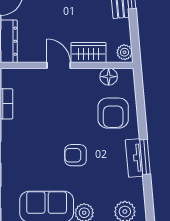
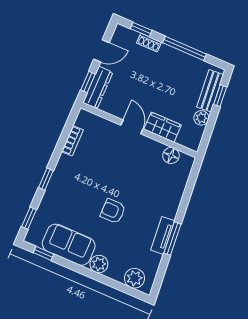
plant: (125, 52) -> (201, 118), moved
armchair: (113, 113) -> (161, 189), removed

